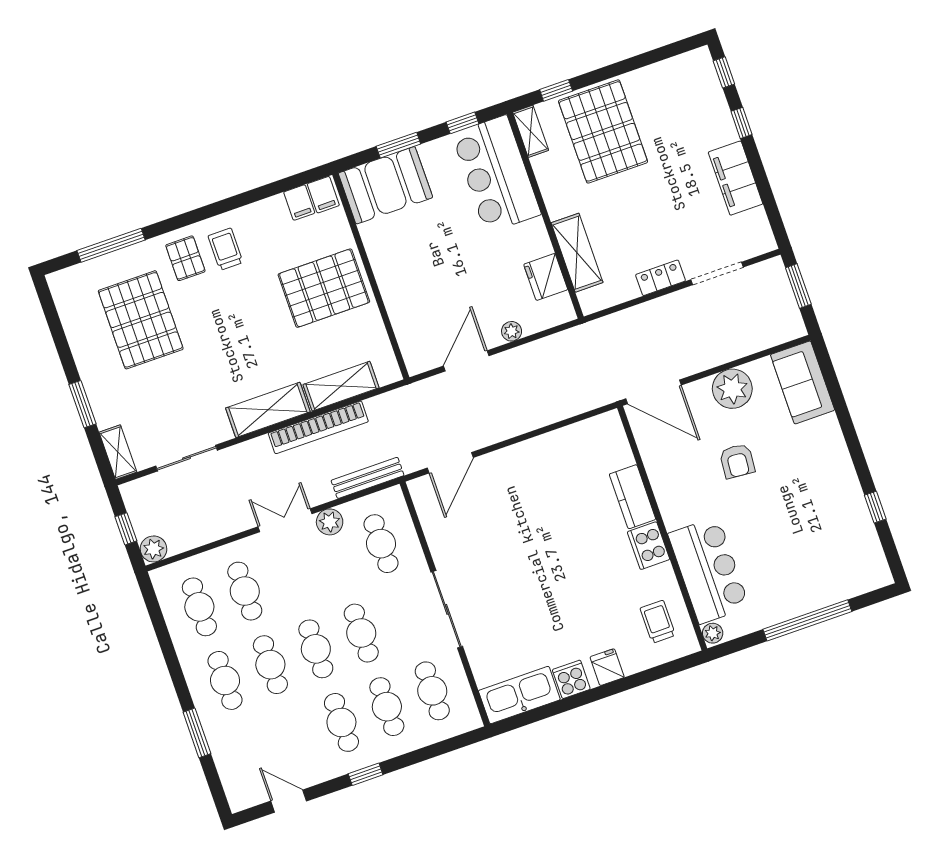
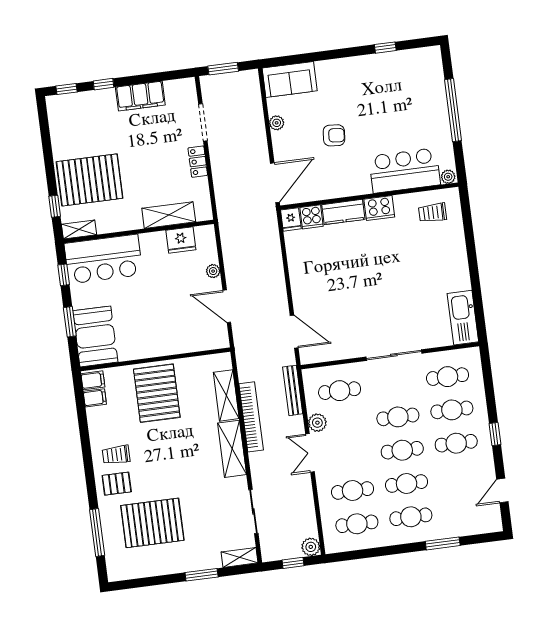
plant: (732, 389) -> (277, 123), width x0.53, depth x0.53
fridge: (607, 667) -> (291, 219), moved, turned -90
cooker: (571, 679) -> (312, 217), moved, turned -90

